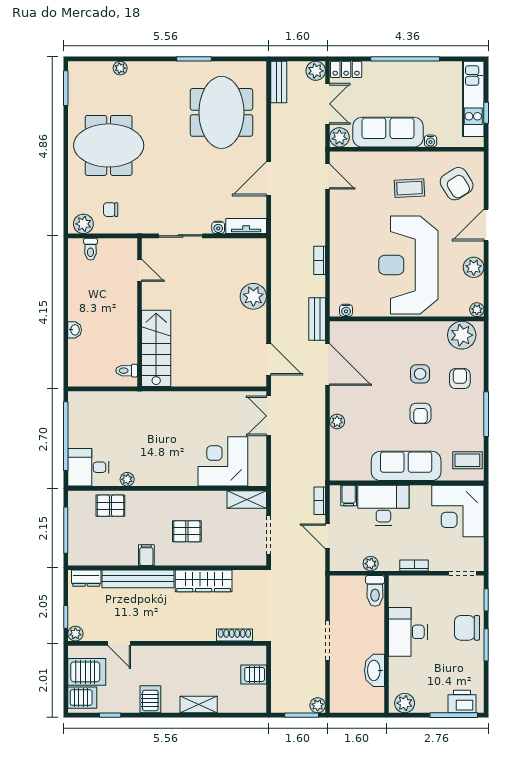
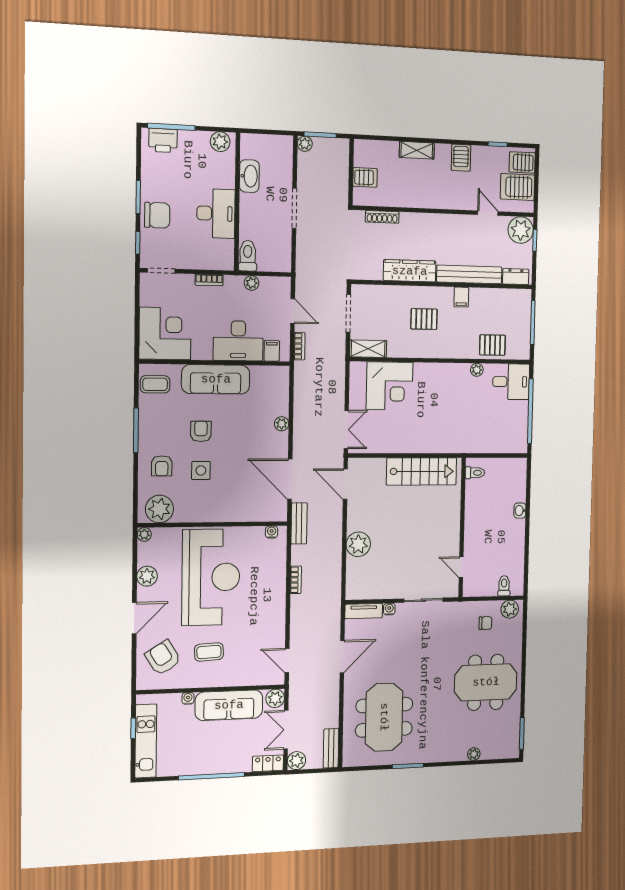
stairs: (156, 348) -> (422, 471), moved, turned -90
plant: (75, 634) -> (521, 230), width x1.88, depth x1.88

